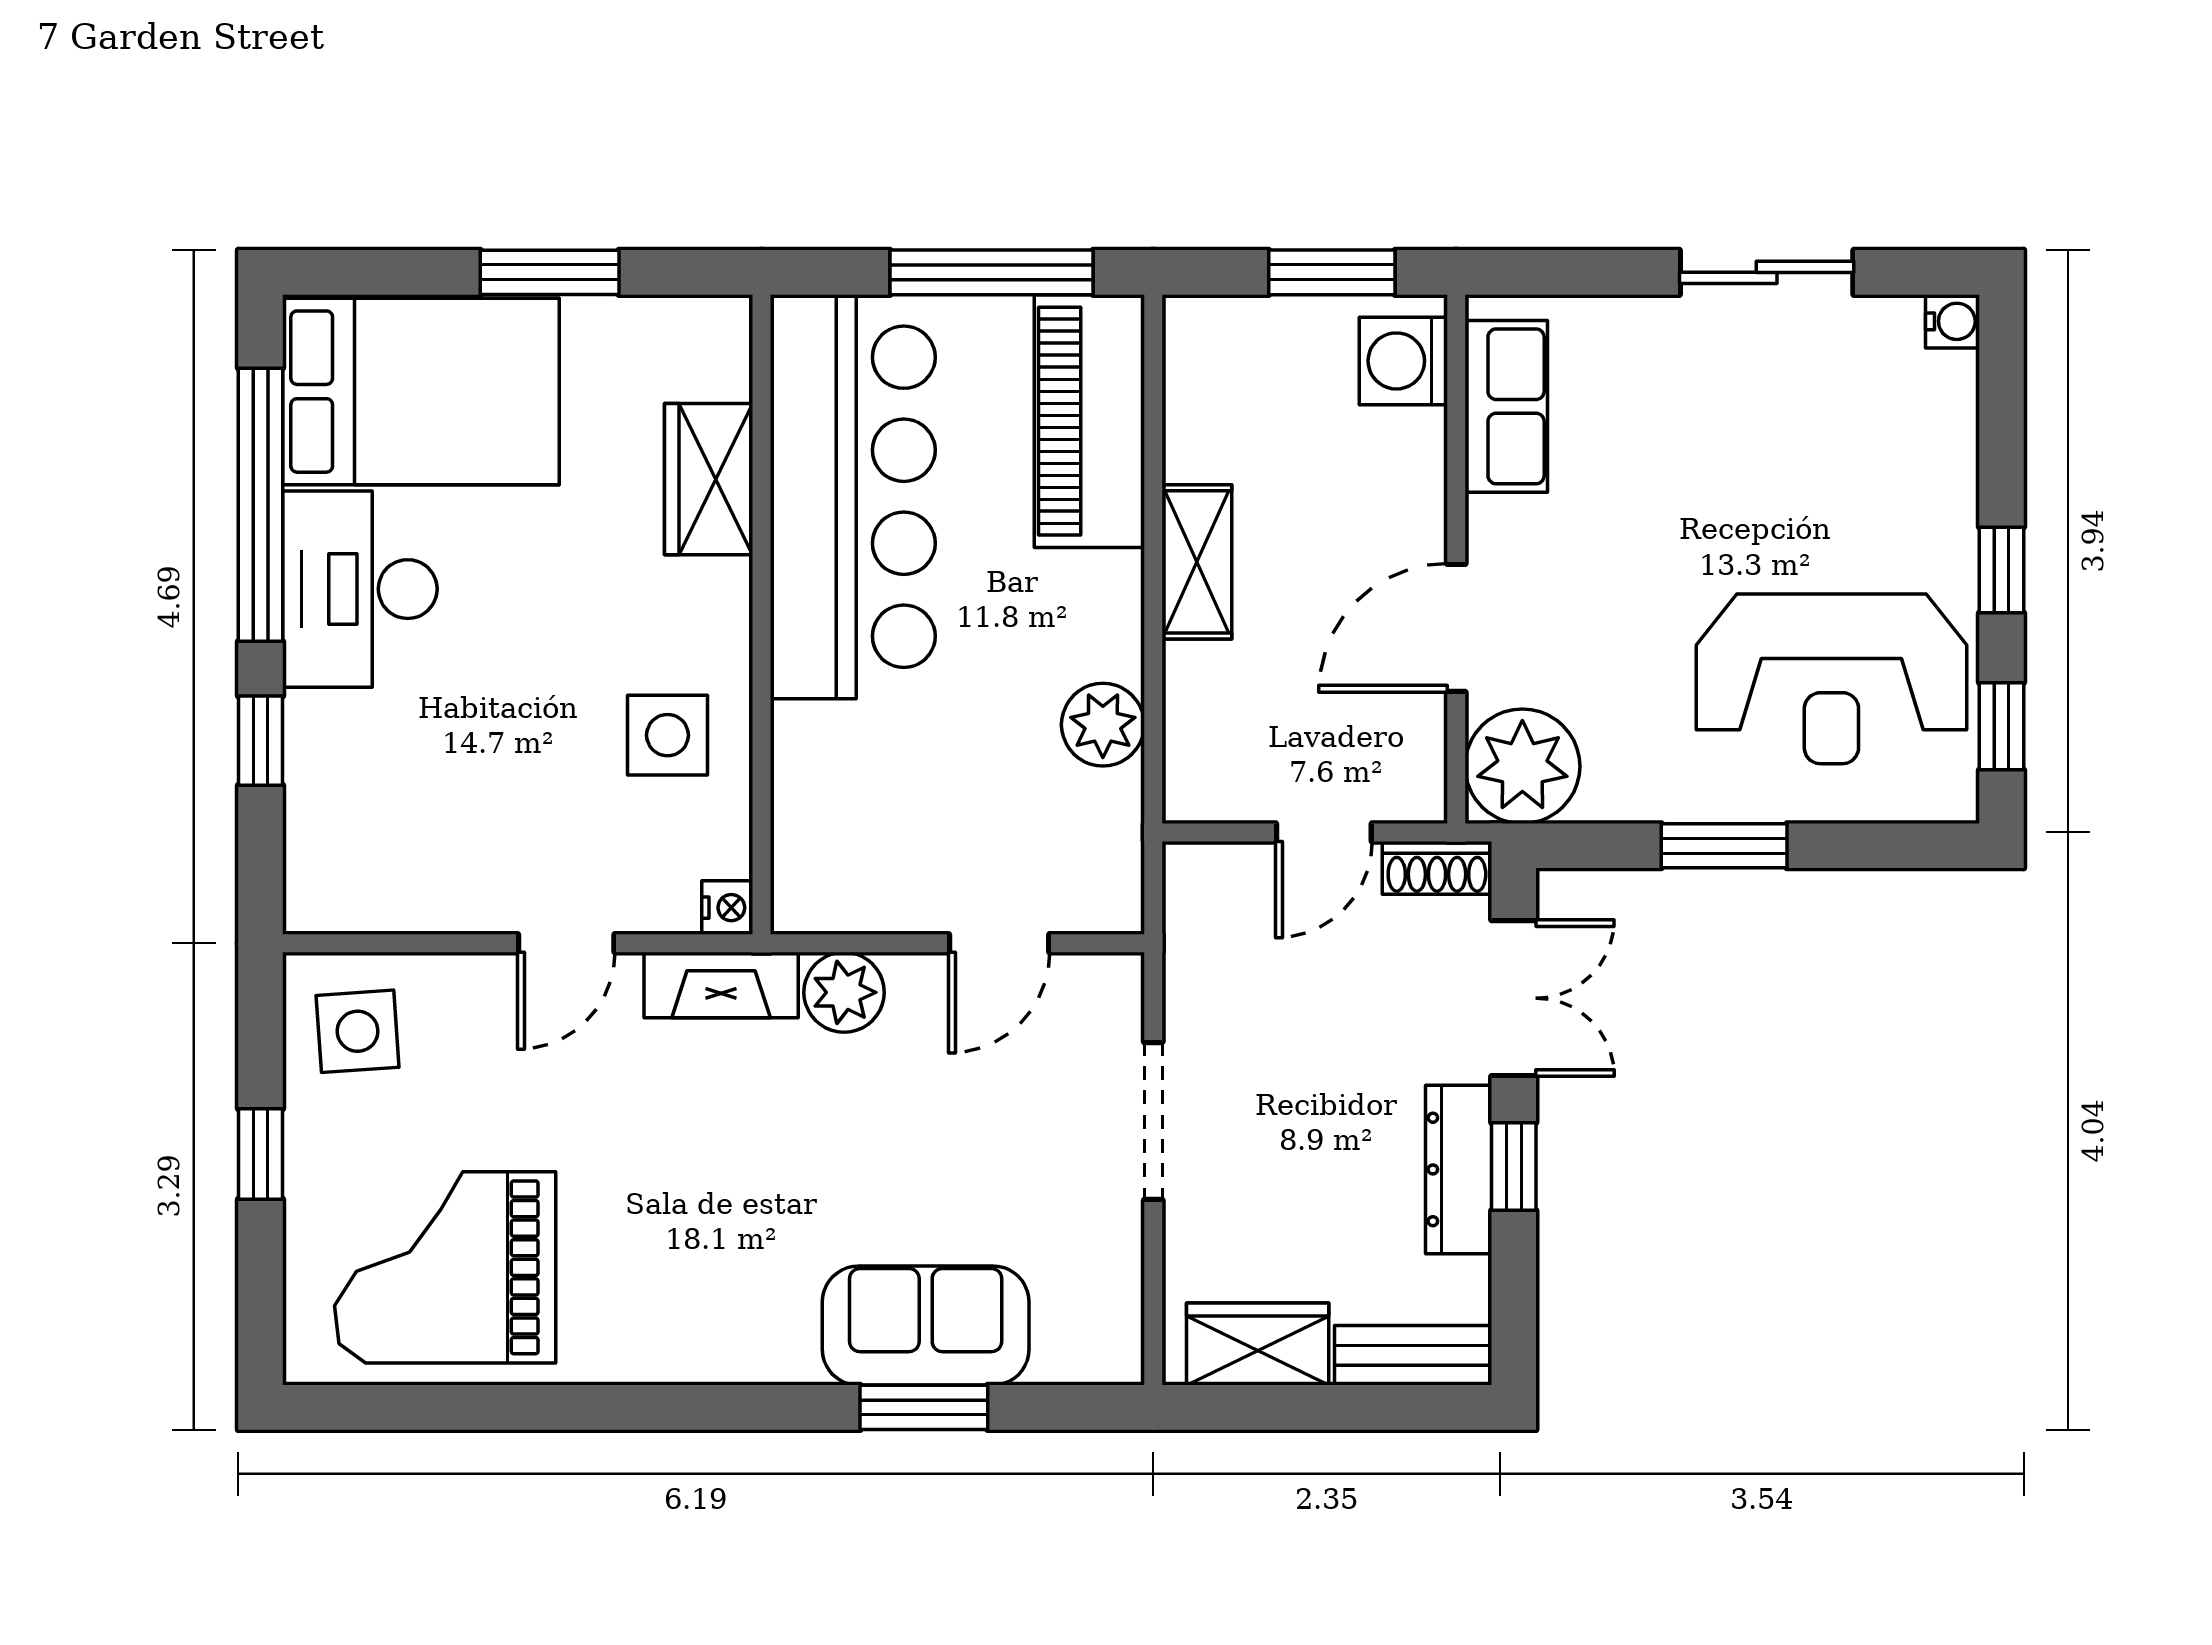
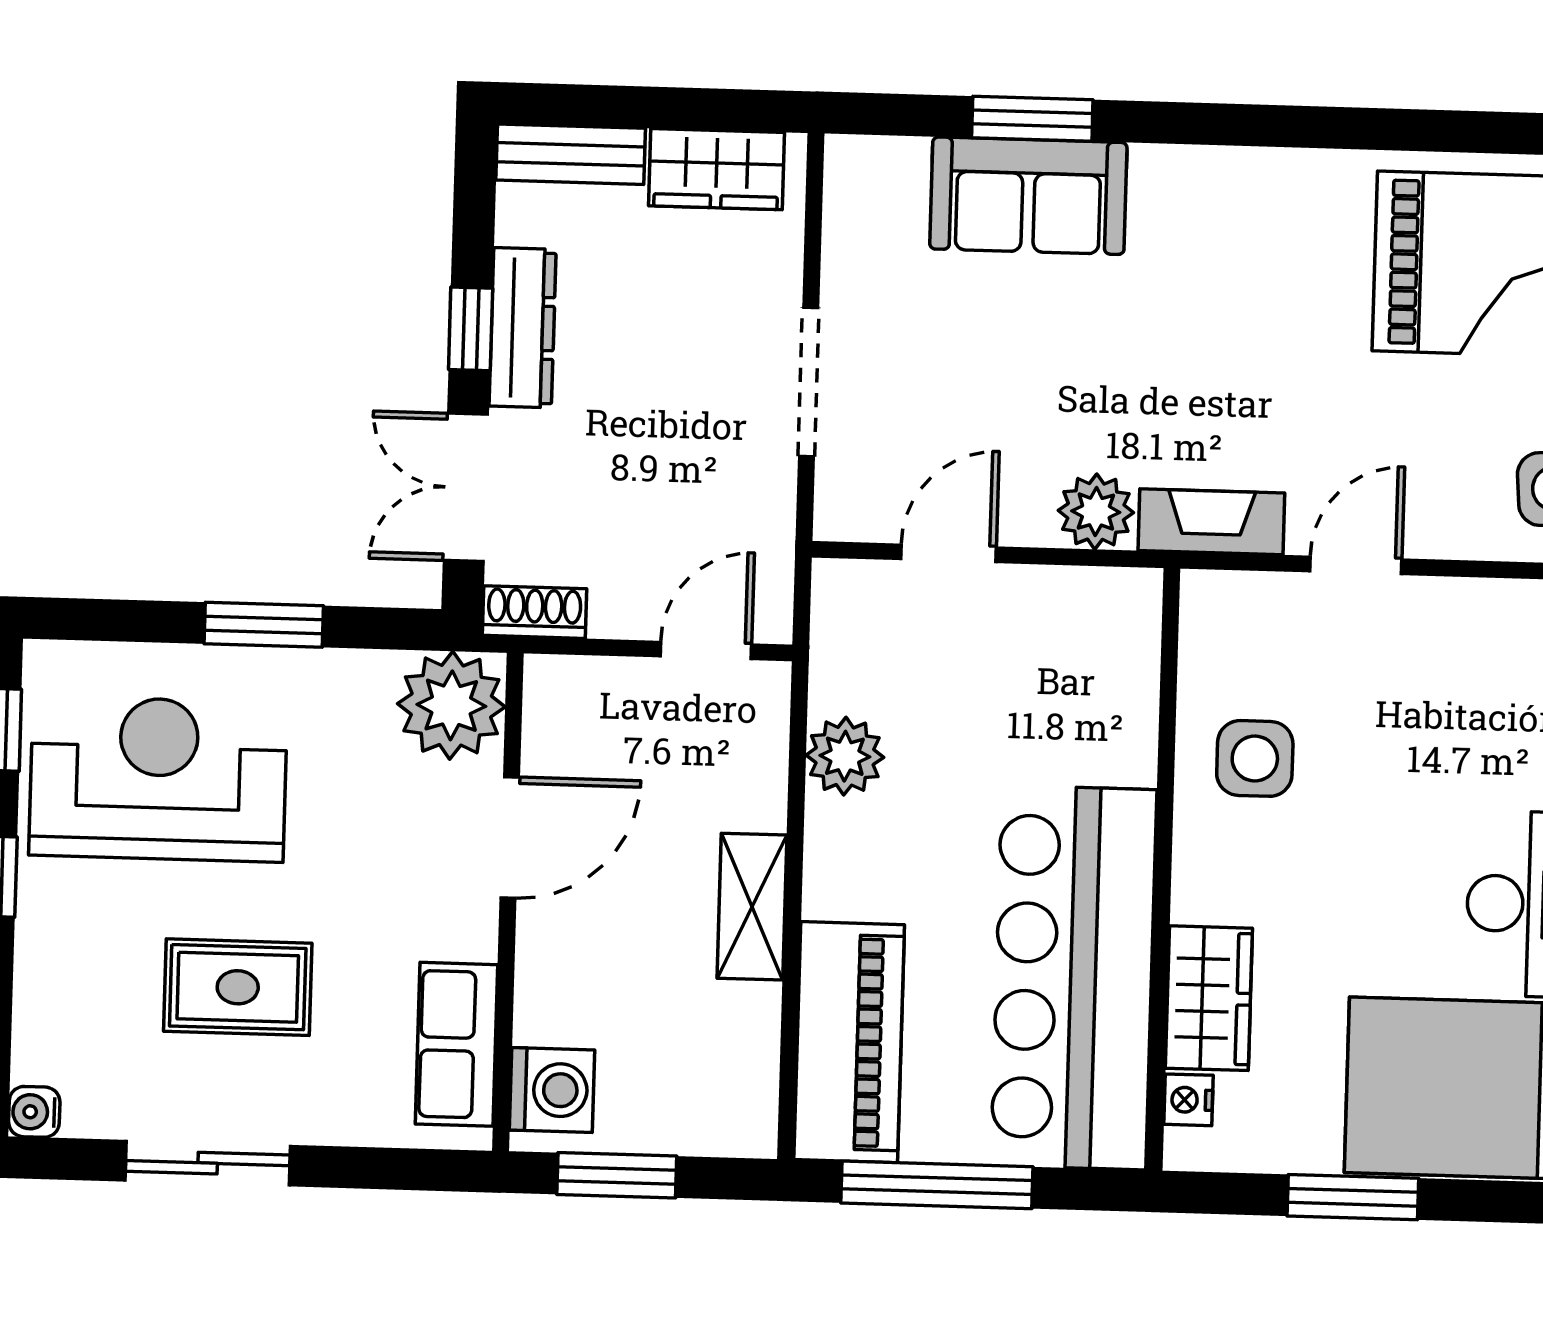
rug: (1740, 460) -> (238, 987), added
door: (1324, 832) -> (706, 650), moved
nightstand: (727, 908) -> (1188, 1100), moved

